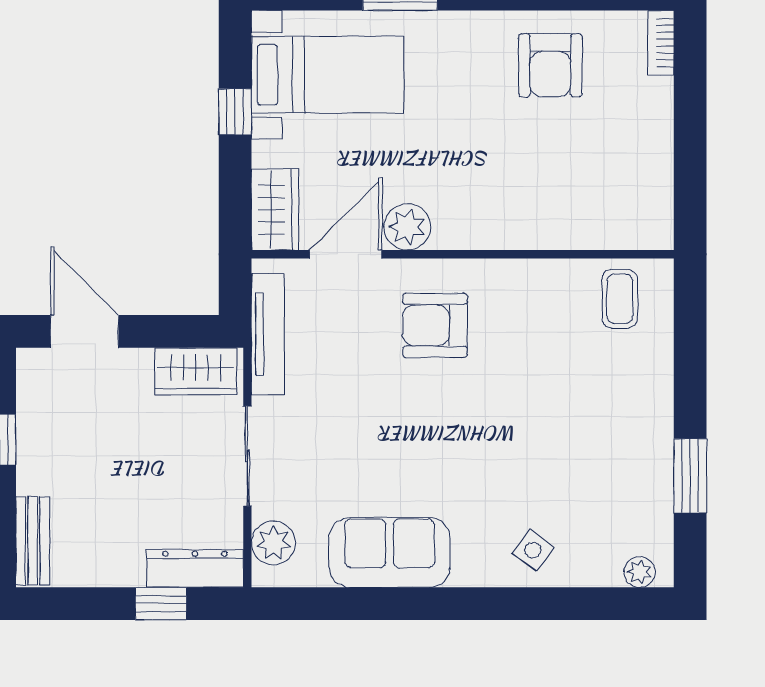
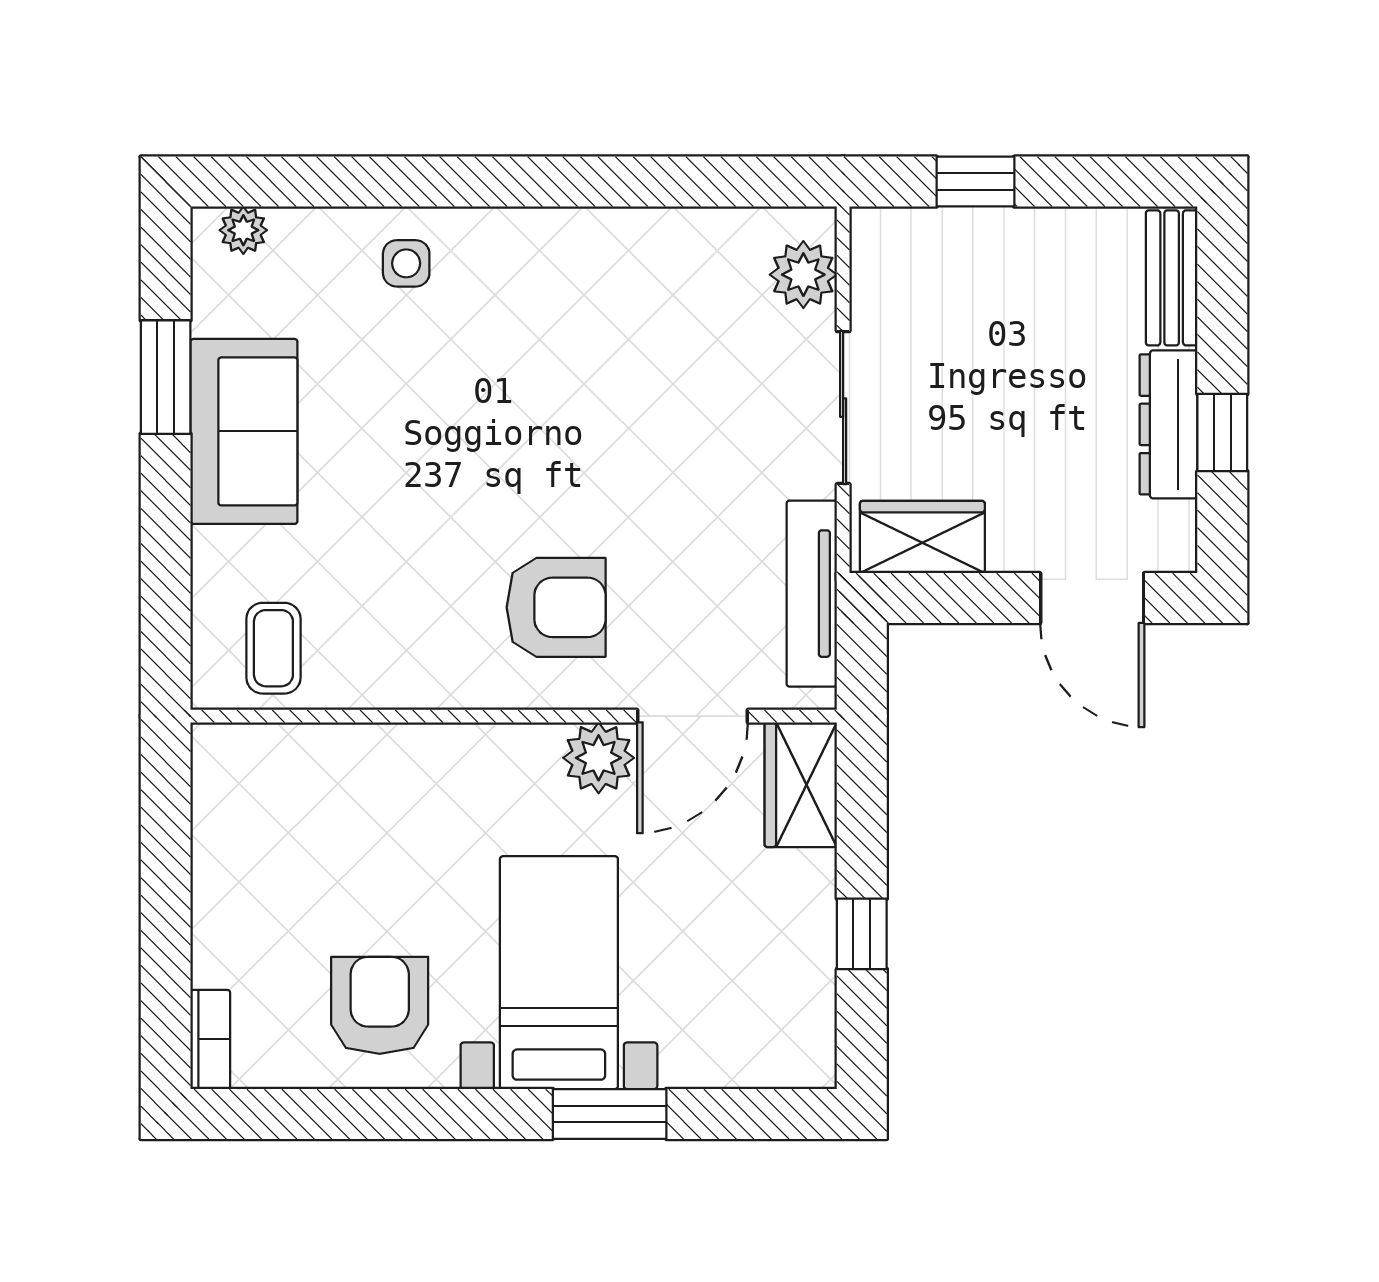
bed with nightstands: (328, 75) -> (559, 973), moved, turned 90
side table: (533, 550) -> (406, 263), turned -37
sofa: (390, 552) -> (244, 431), moved, turned -90
dresser: (195, 569) -> (1168, 424), moved, turned 90

